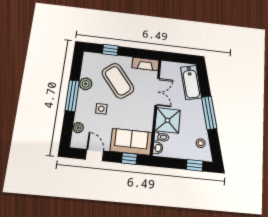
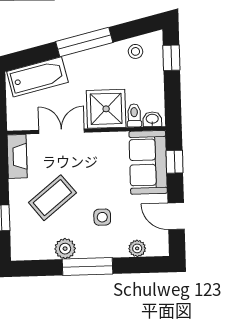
coffee table: (118, 81) -> (52, 198), width x0.73, depth x0.76
door: (95, 155) -> (176, 216), hinge flipped

